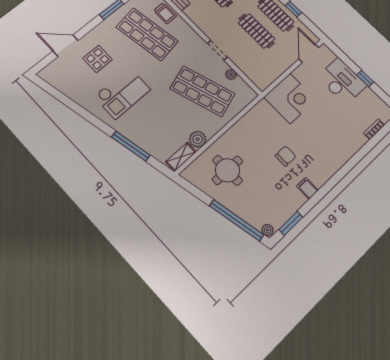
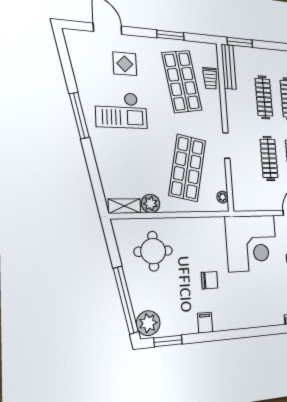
plant: (231, 74) -> (223, 197), moved
shop shelf: (202, 91) -> (187, 168), turned 30
corner desk: (290, 98) -> (252, 243), width x1.36, depth x1.36
window: (131, 146) -> (79, 116), moved
plant: (268, 230) -> (148, 323), width x1.87, depth x1.87

